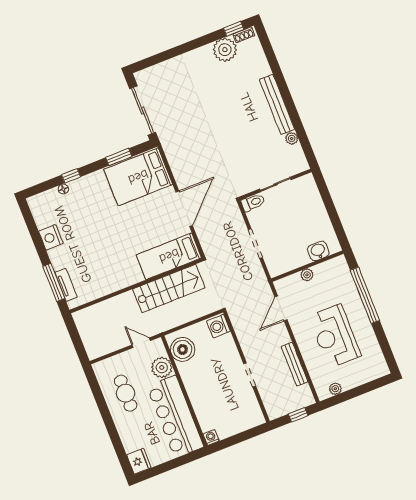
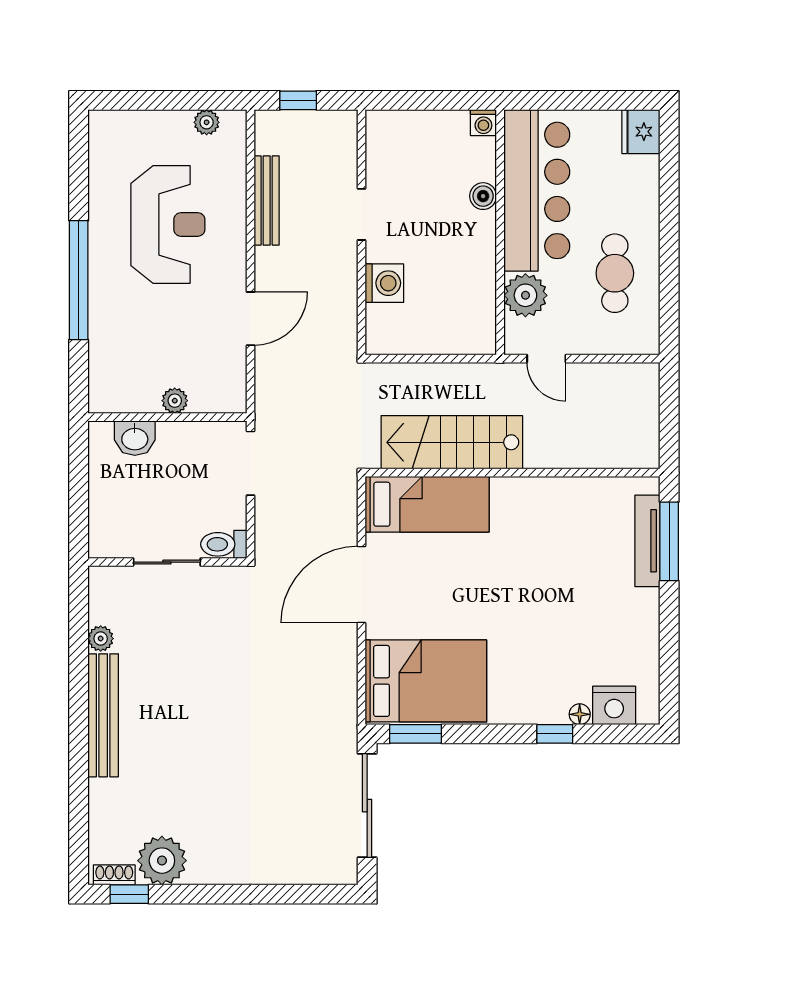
window: (119, 157) -> (415, 734), moved
nightstand: (51, 237) -> (614, 705), moved, turned 90
washbasin: (318, 251) -> (135, 438), moved
wall: (307, 266) -> (167, 417), moved
plant: (307, 275) -> (175, 401), moved
tv unit: (66, 285) -> (647, 541), width x1.41
washing machine: (219, 326) -> (384, 283), moved
boiler: (183, 349) -> (483, 196), moved, width x0.54, depth x0.54

